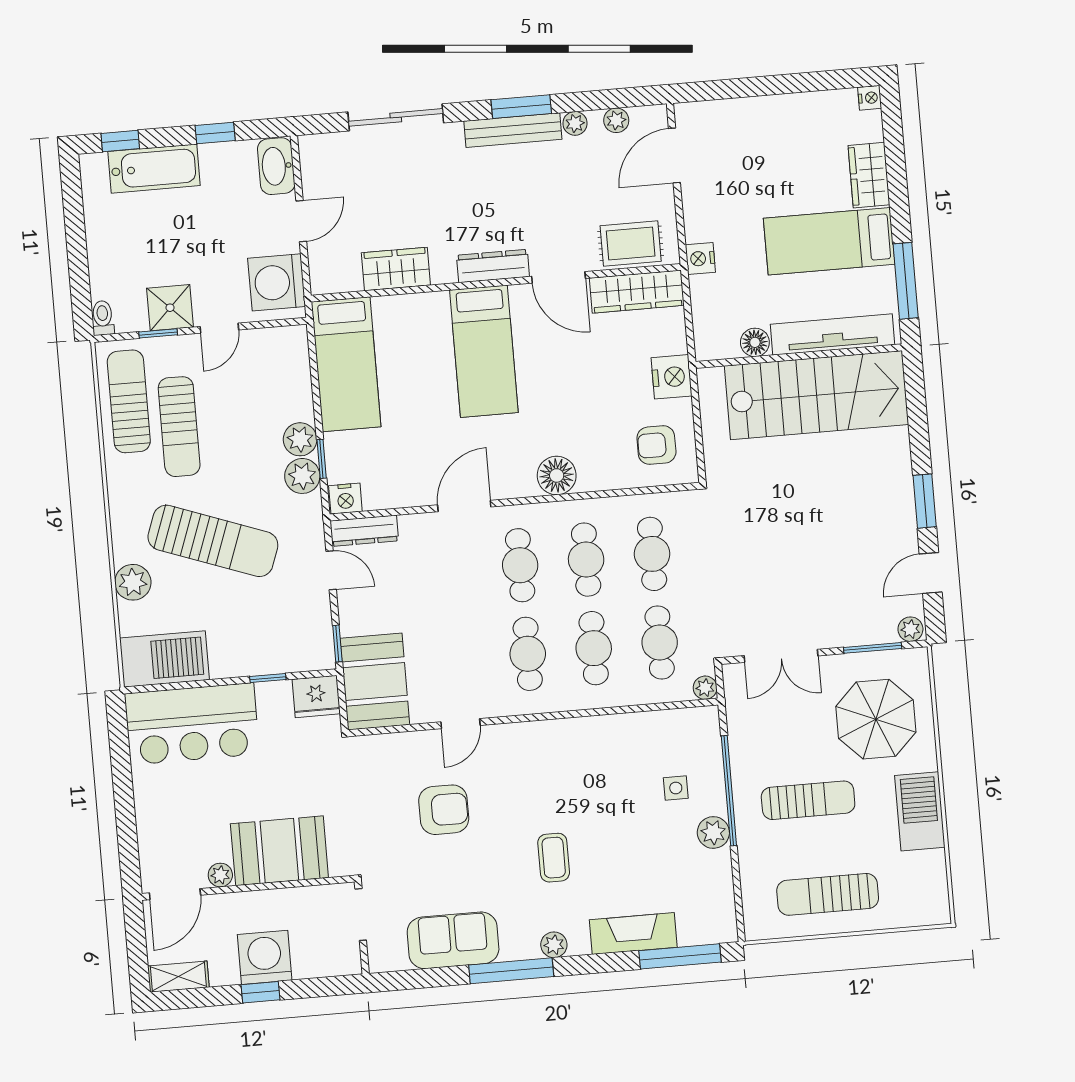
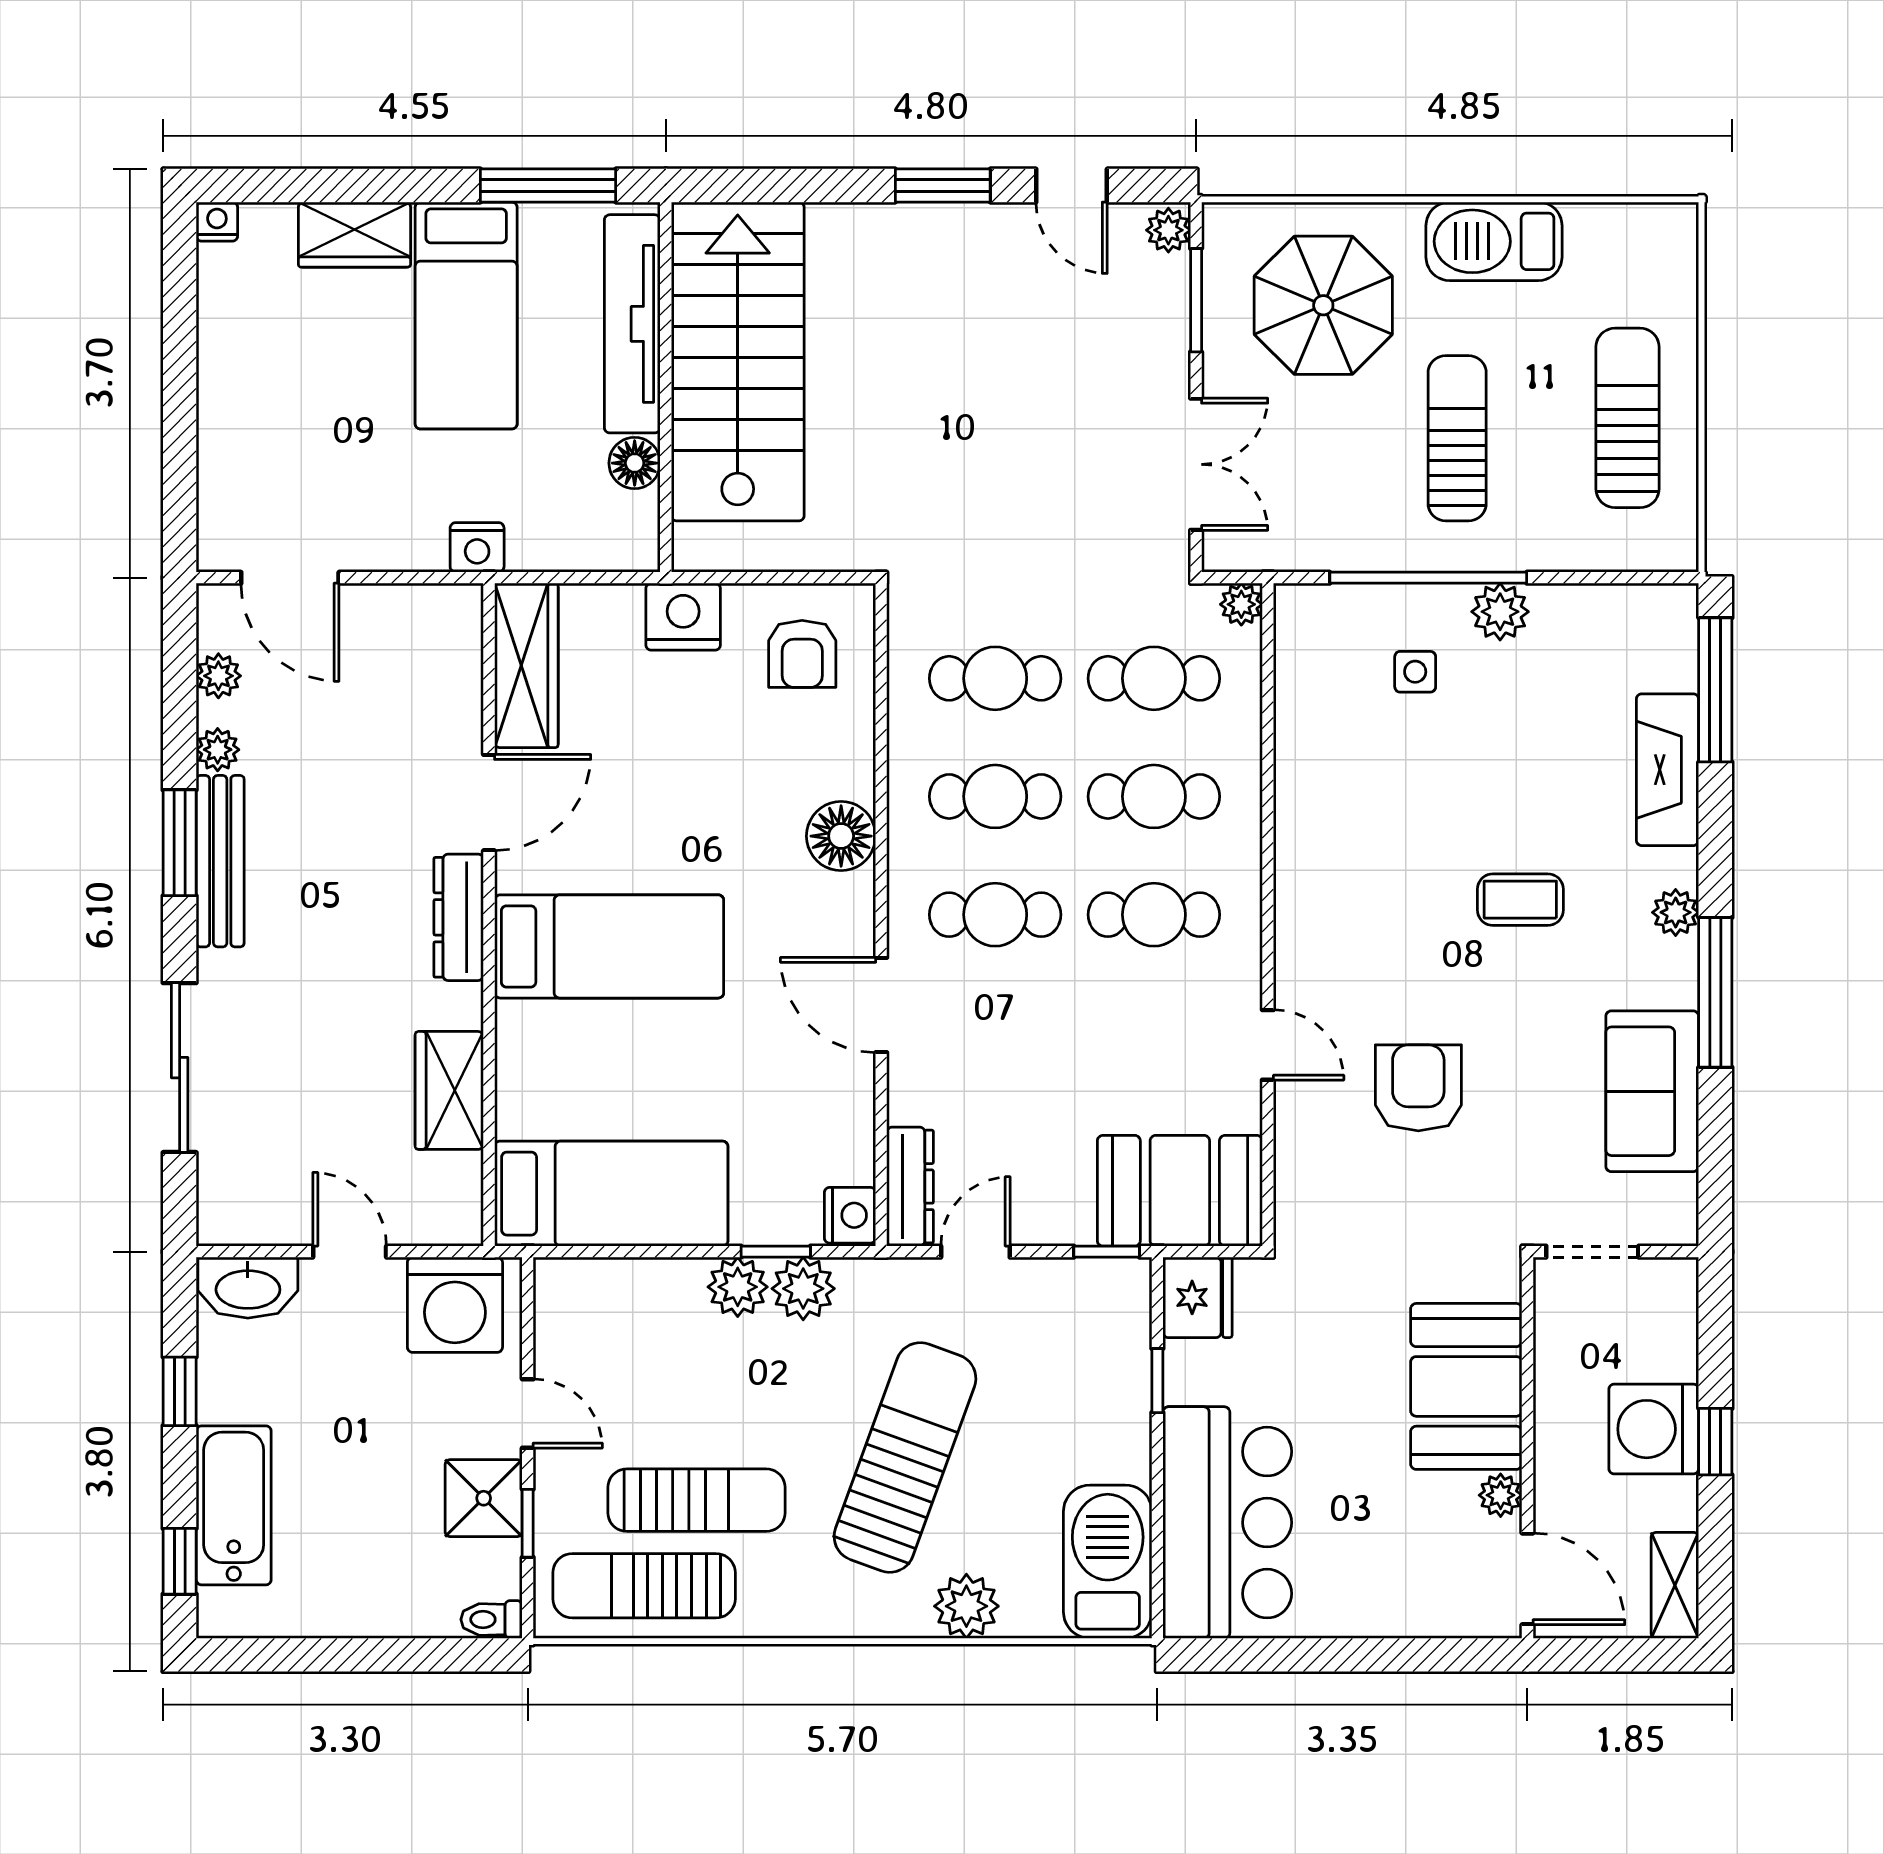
rug: (631, 244) -> (440, 669), removed
sun lounger: (828, 894) -> (1628, 418), turned 180

